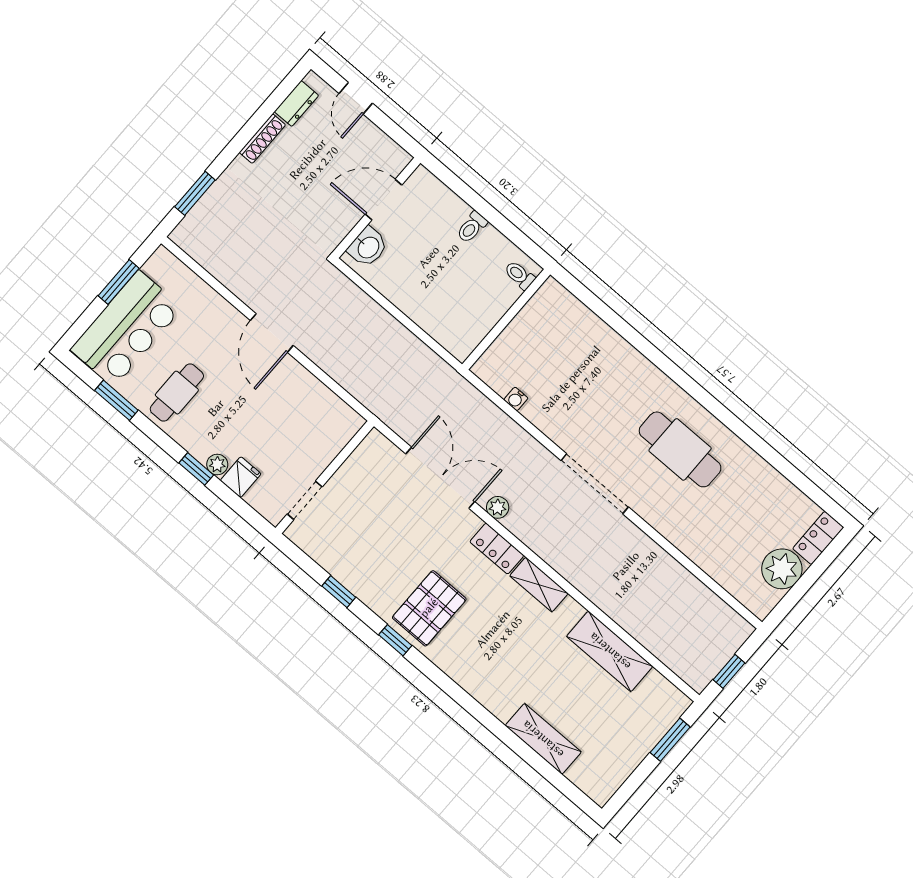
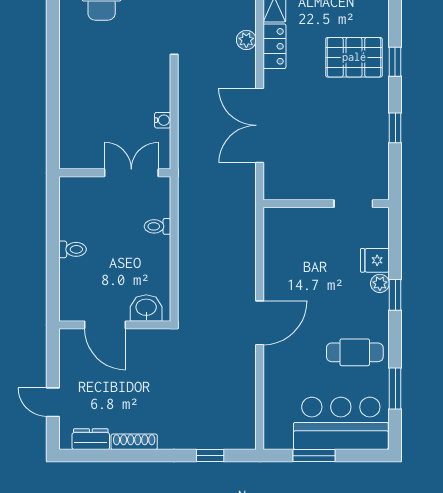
door: (356, 98) -> (53, 402), swing flipped
window: (195, 193) -> (210, 456), width x0.67
toilet: (520, 275) -> (157, 226), moved, turned 90
double door: (494, 334) -> (131, 173), added
plant: (498, 507) -> (246, 40), moved

